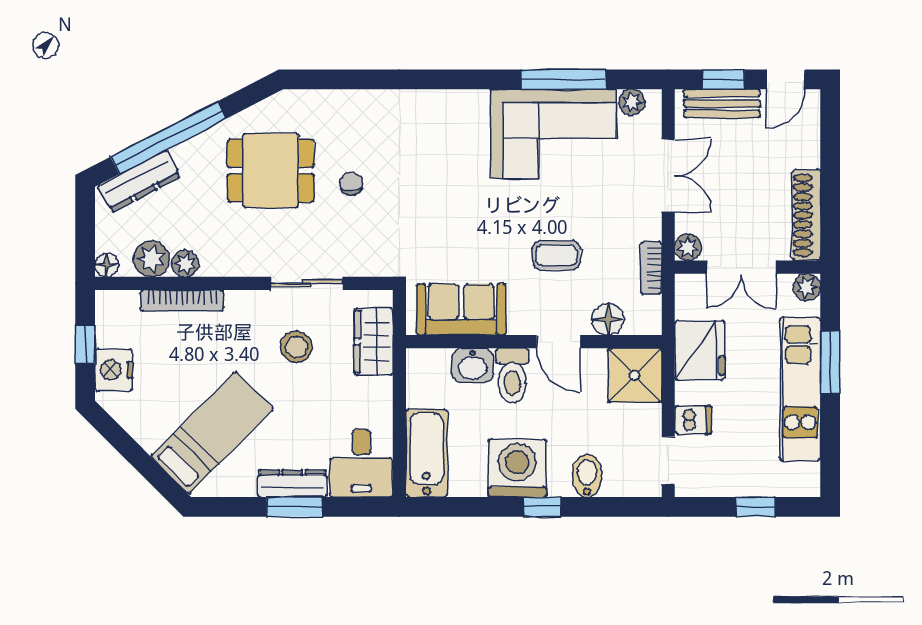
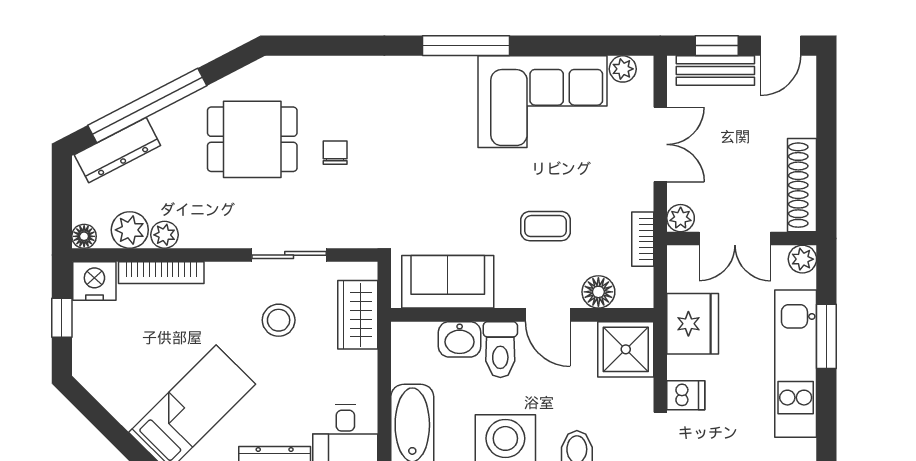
window: (564, 79) -> (466, 46), moved
nightstand: (114, 370) -> (94, 281), moved, turned 90

